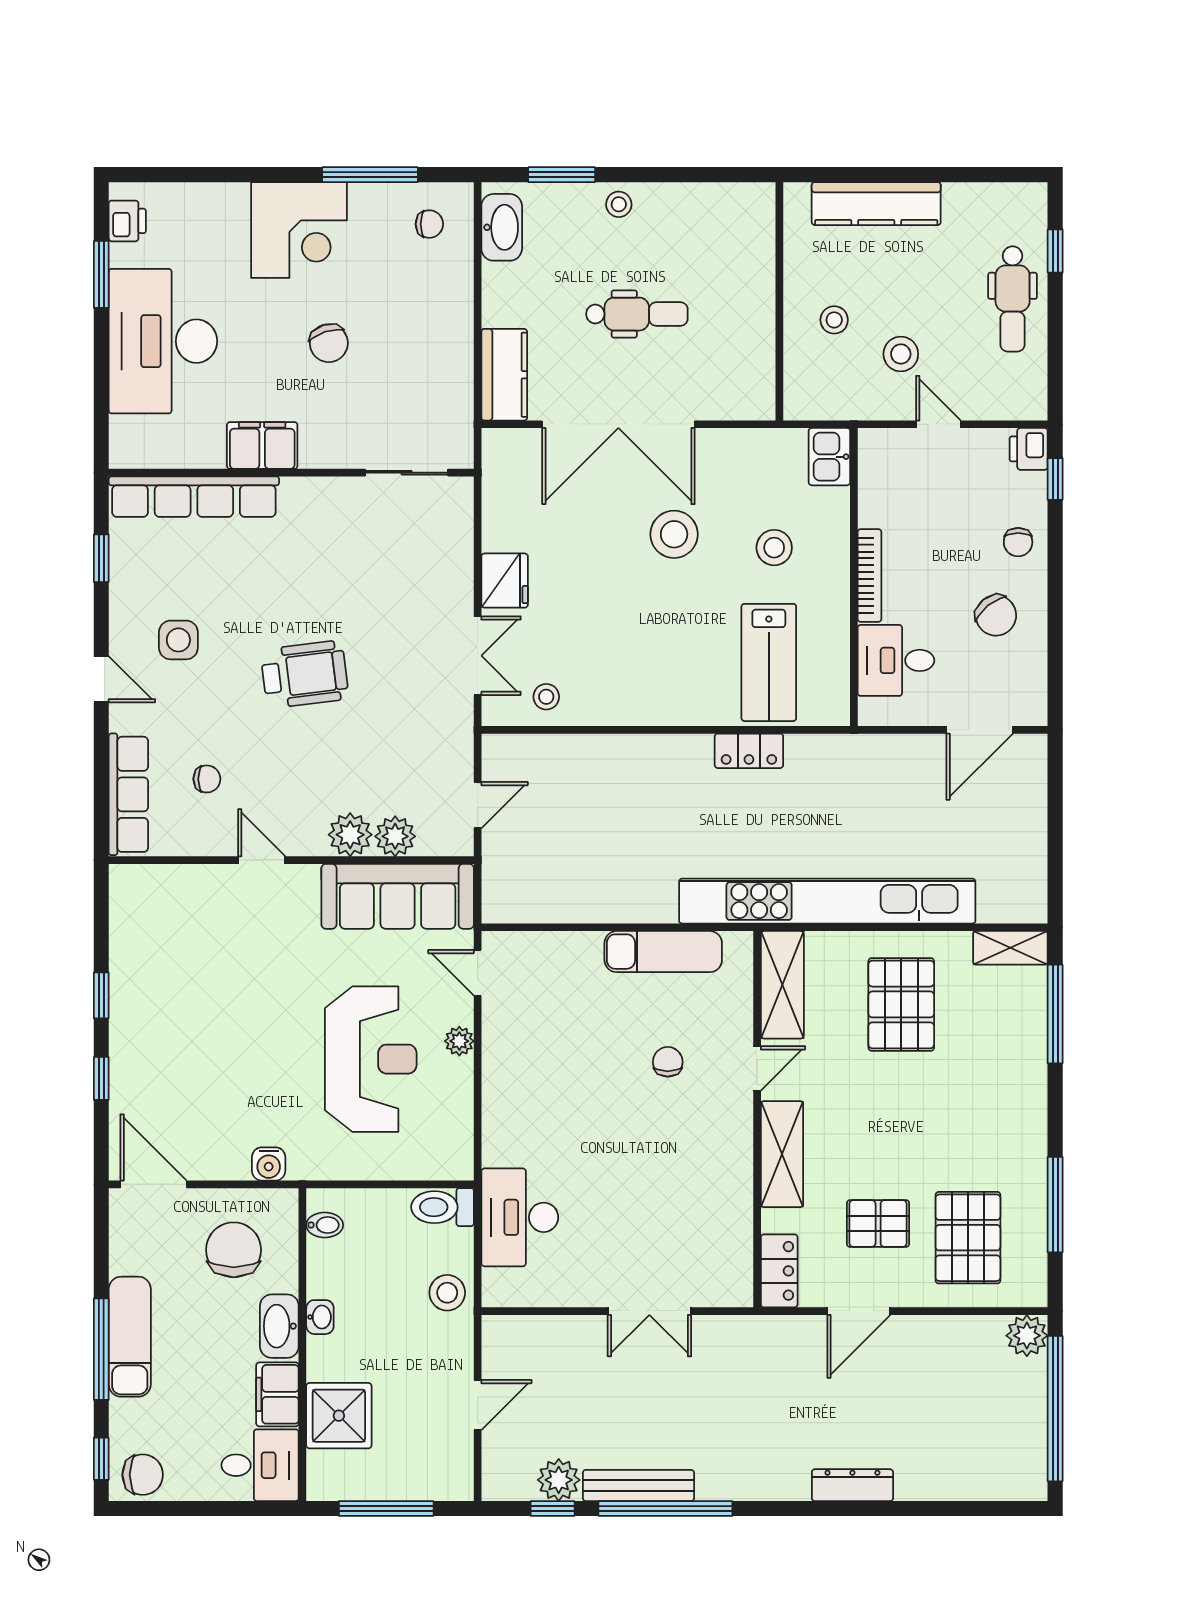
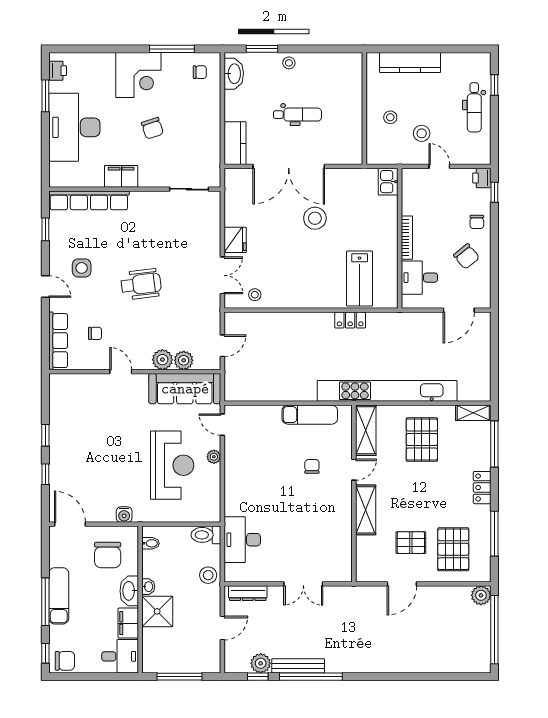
stool: (774, 548) -> (362, 224), removed
chair: (234, 1250) -> (108, 555), turned 180
locker: (779, 1271) -> (482, 488), moved, turned 180
shower: (339, 1416) -> (157, 611), moved
dresser: (852, 1485) -> (248, 593), moved, turned 180

